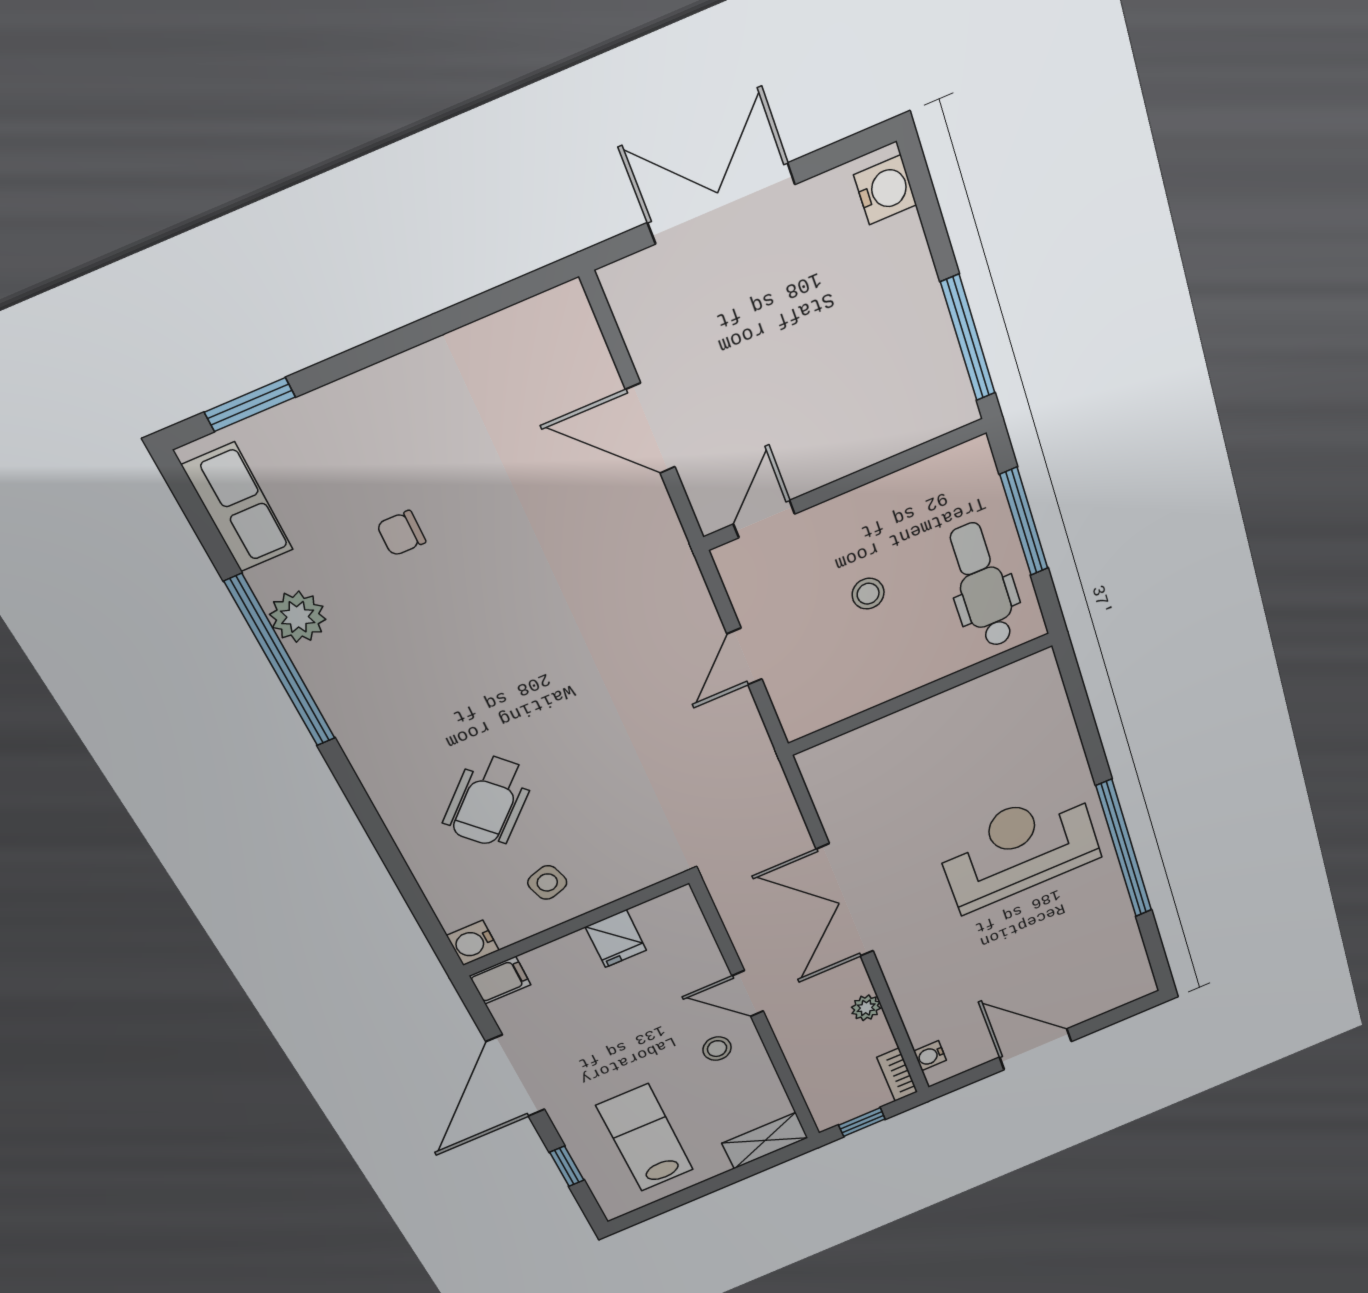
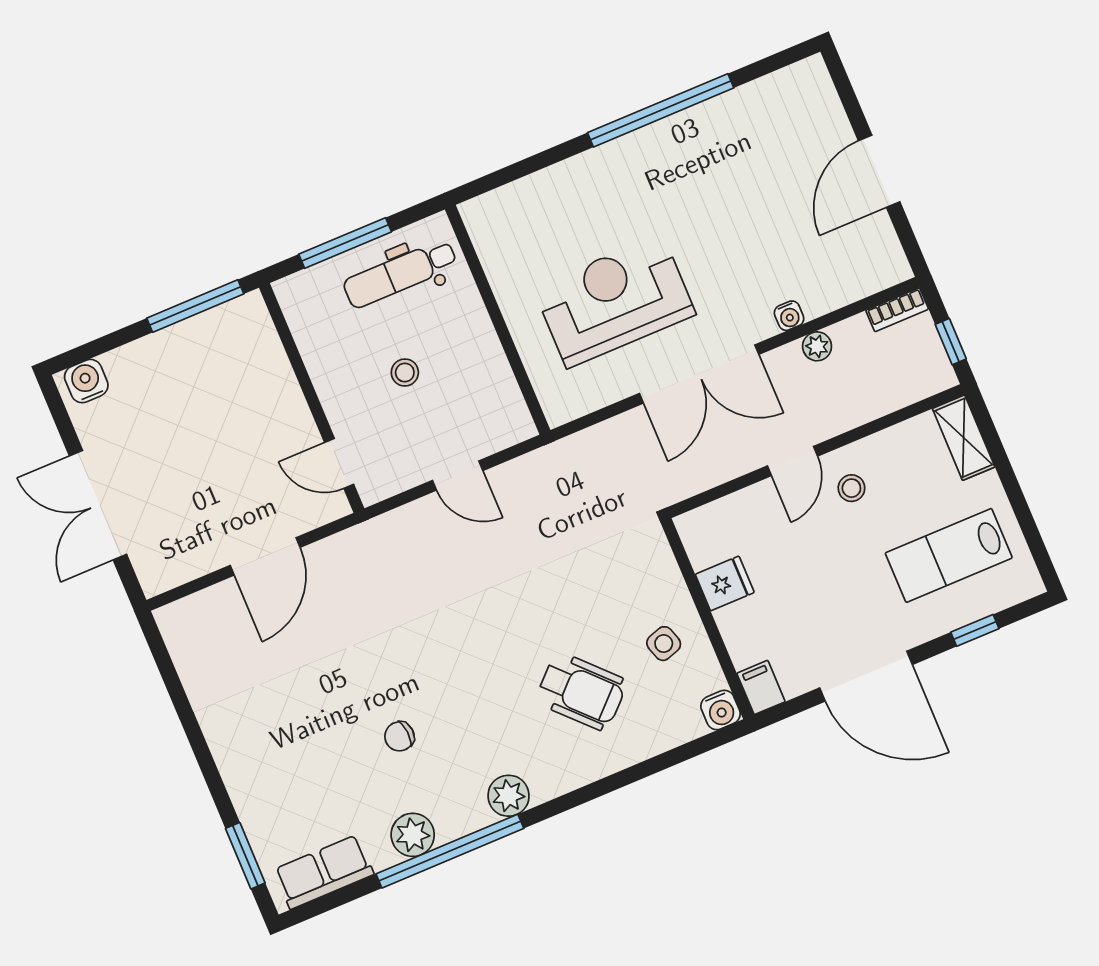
chair: (401, 533) -> (399, 736), moved, turned 86
plant: (357, 726) -> (509, 796), added
reception desk: (1019, 849) -> (614, 301), moved, turned 90
water cooler: (930, 1056) -> (789, 316), moved

